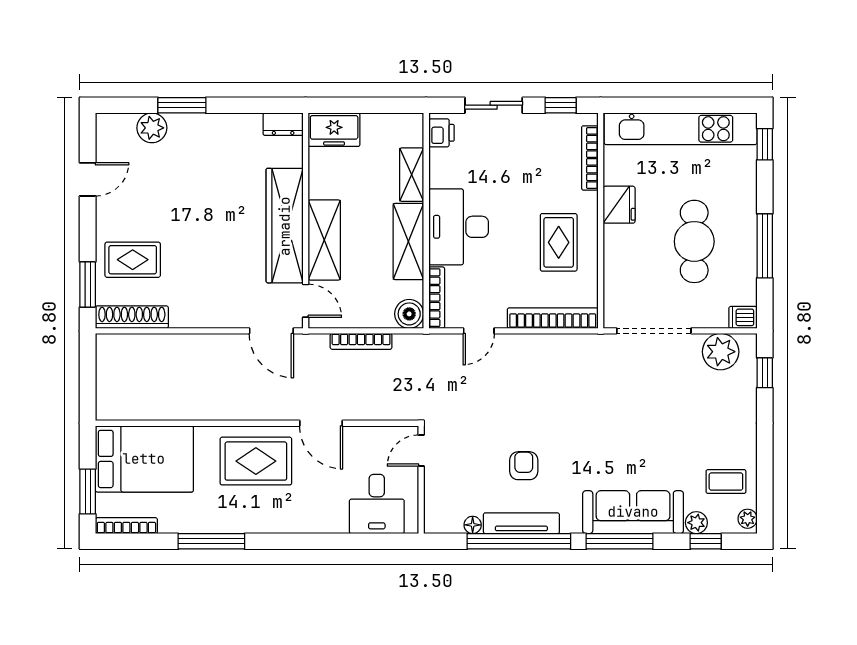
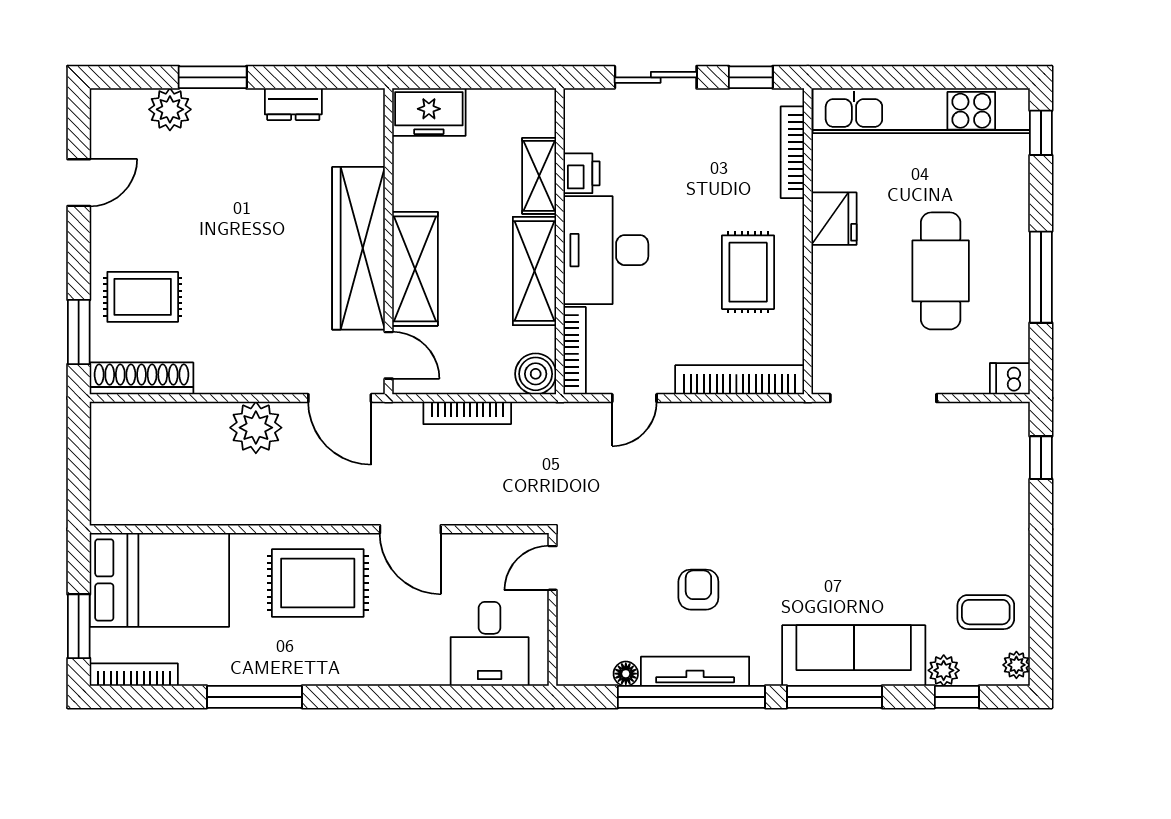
dresser: (283, 124) -> (293, 104), moved
printer: (442, 133) -> (582, 173), moved
plant: (721, 352) -> (256, 428), moved

